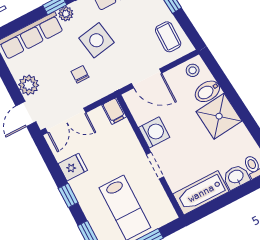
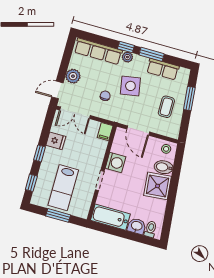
coffee table: (168, 37) -> (166, 107), moved

